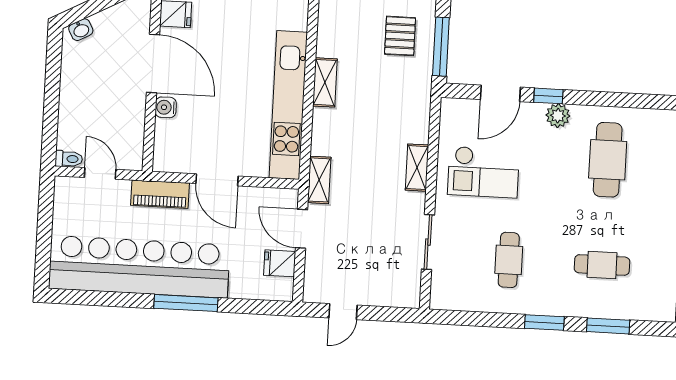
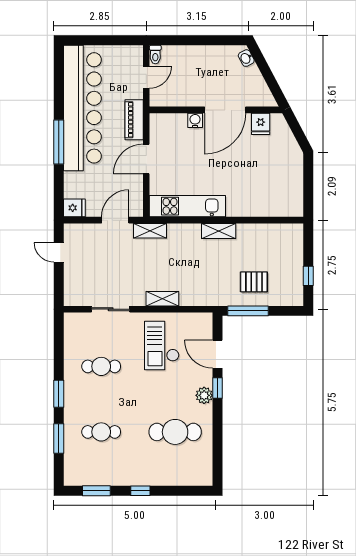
kitchen unit: (288, 105) -> (187, 206), width x0.73
fridge: (280, 263) -> (74, 208), moved, turned 90
cafe table: (602, 265) -> (101, 432), turned 90

